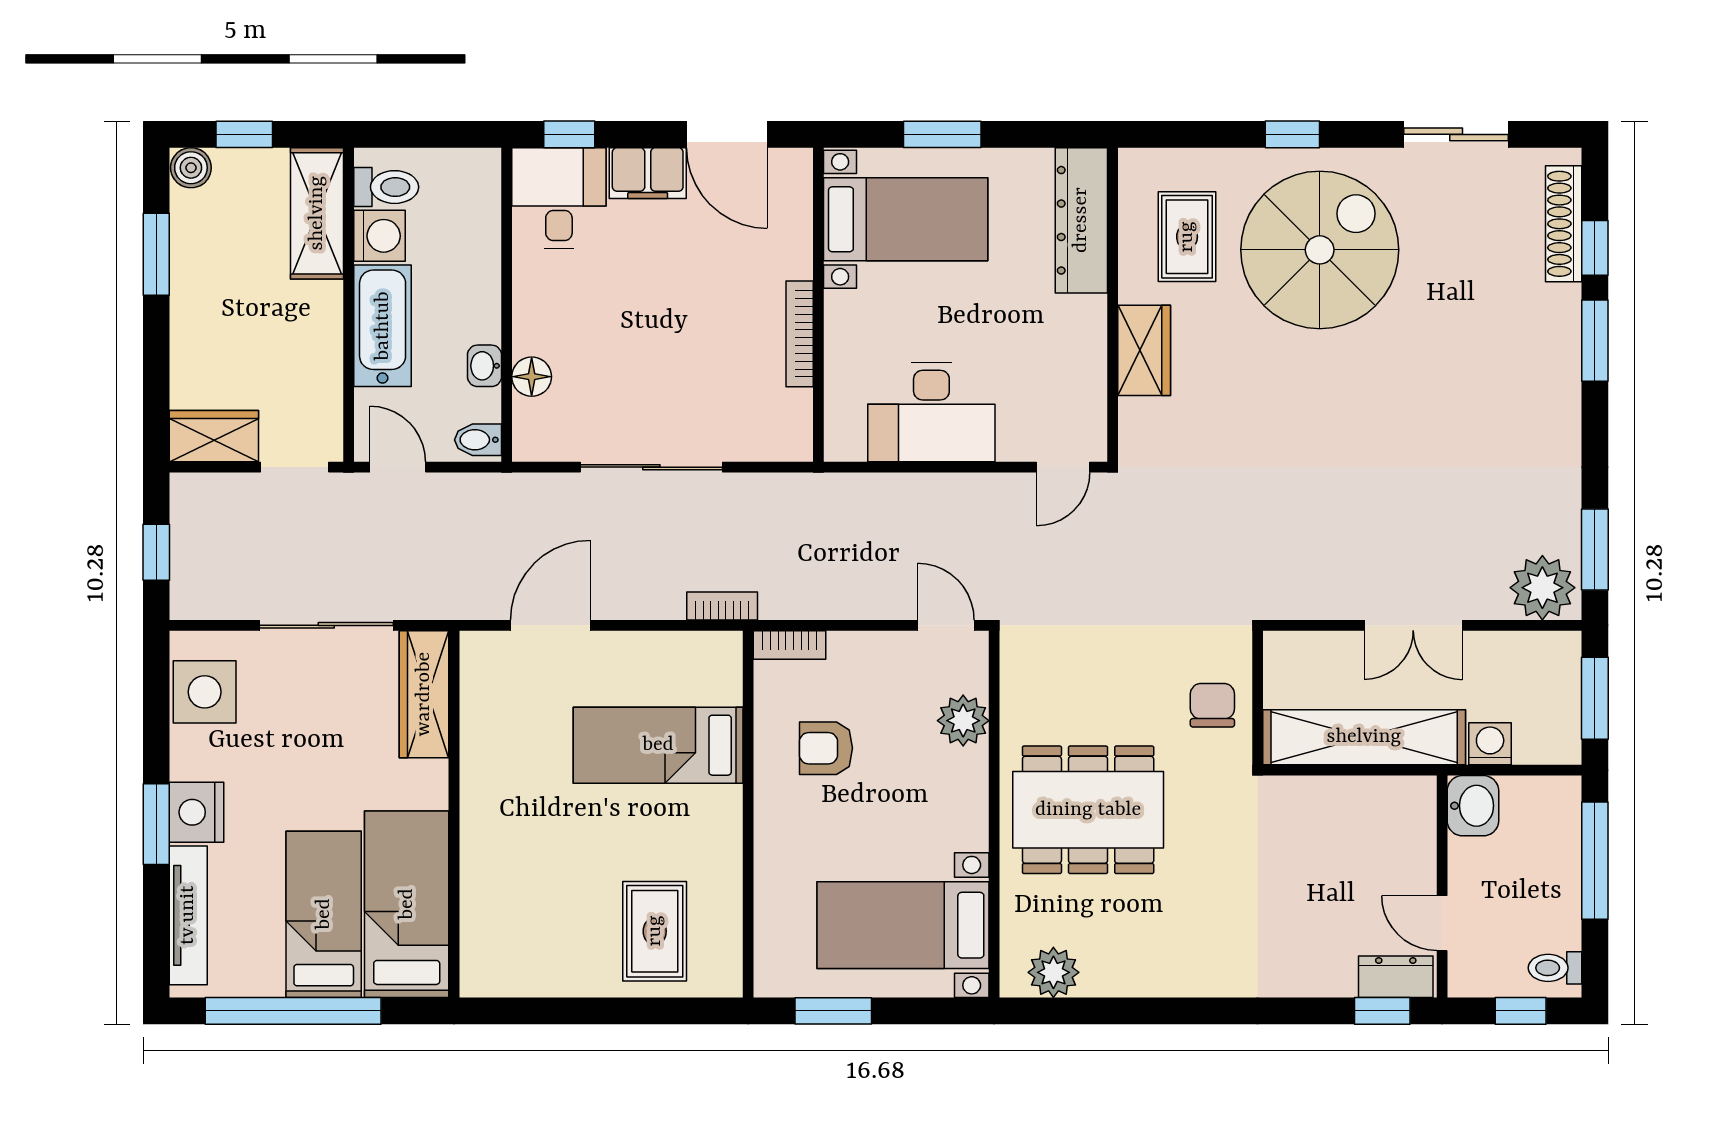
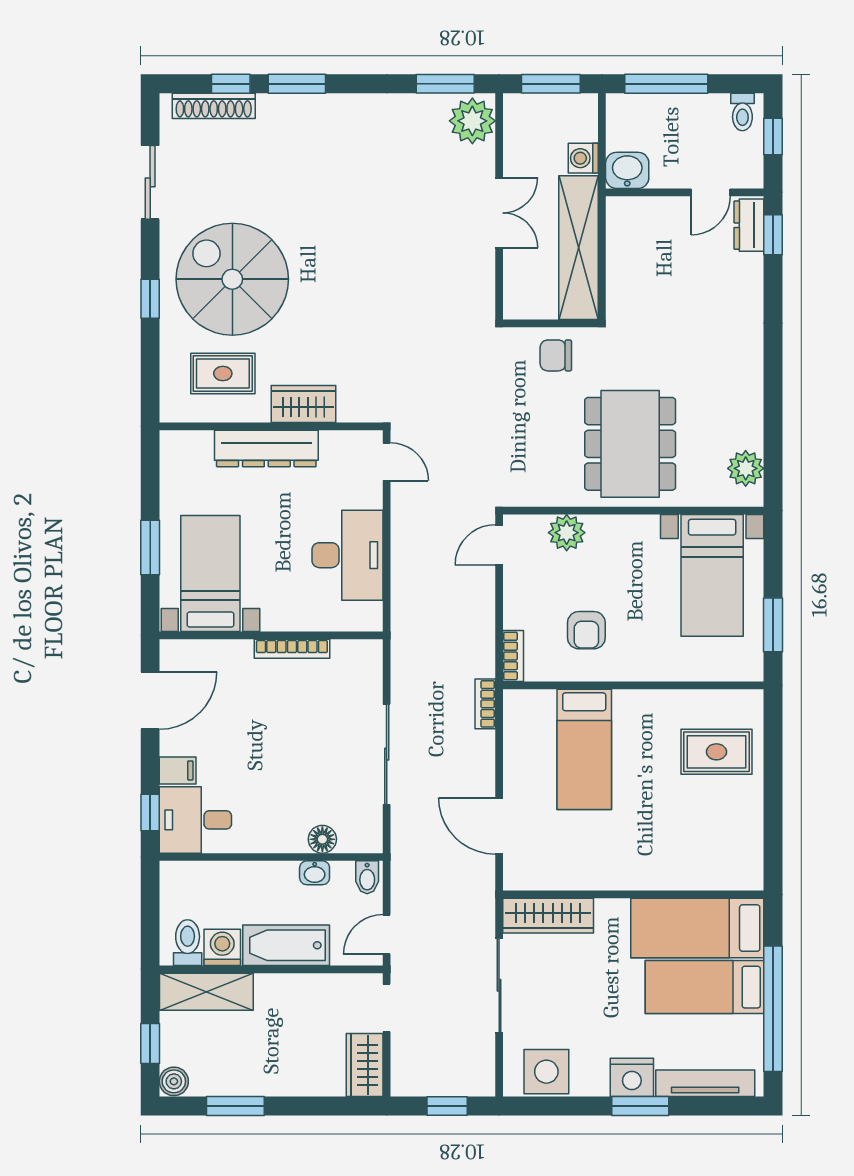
filing cabinet: (648, 173) -> (178, 770), width x0.50
dresser: (1081, 220) -> (266, 449), moved

